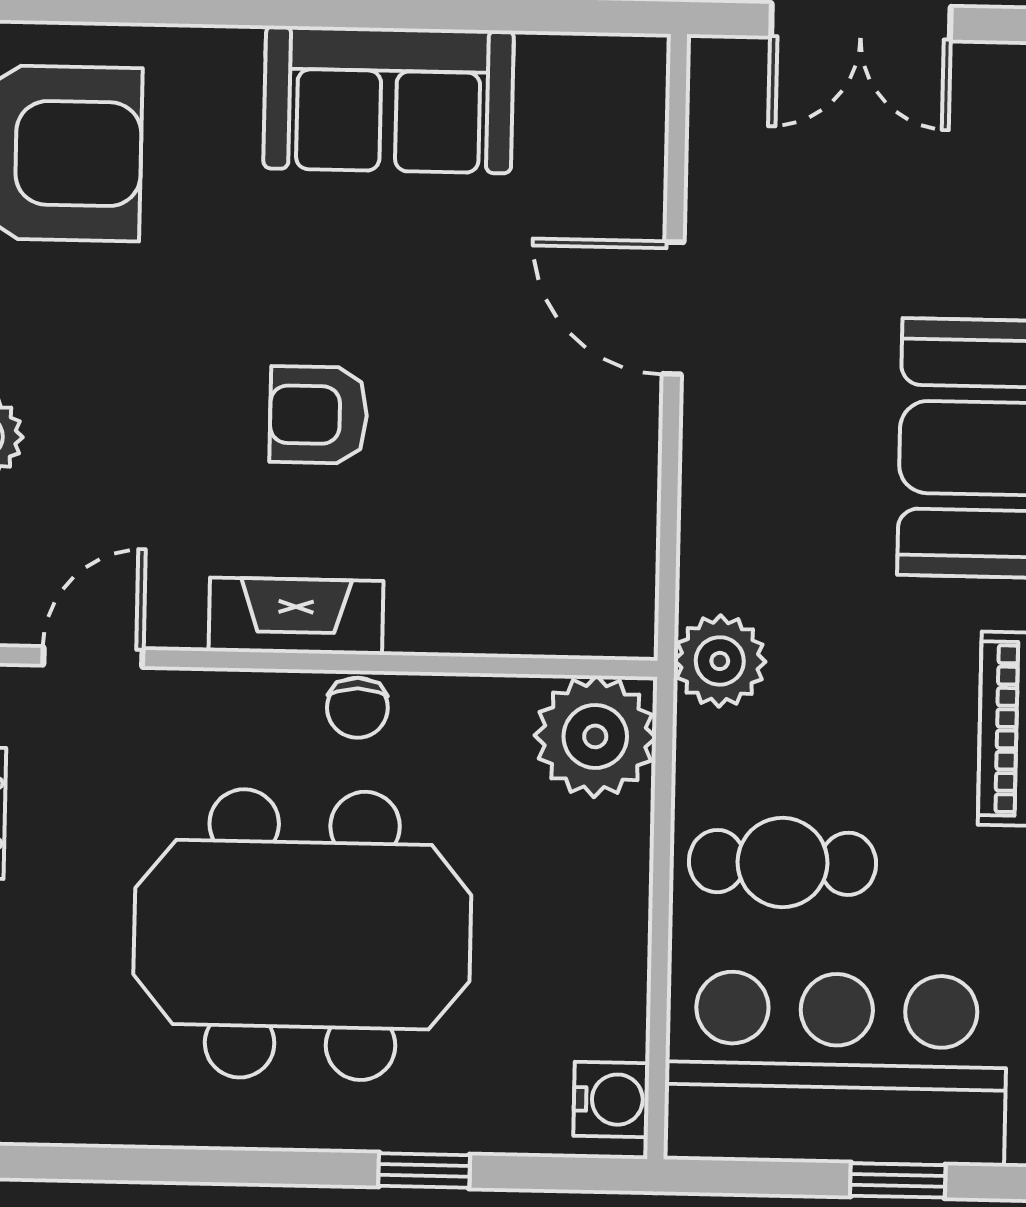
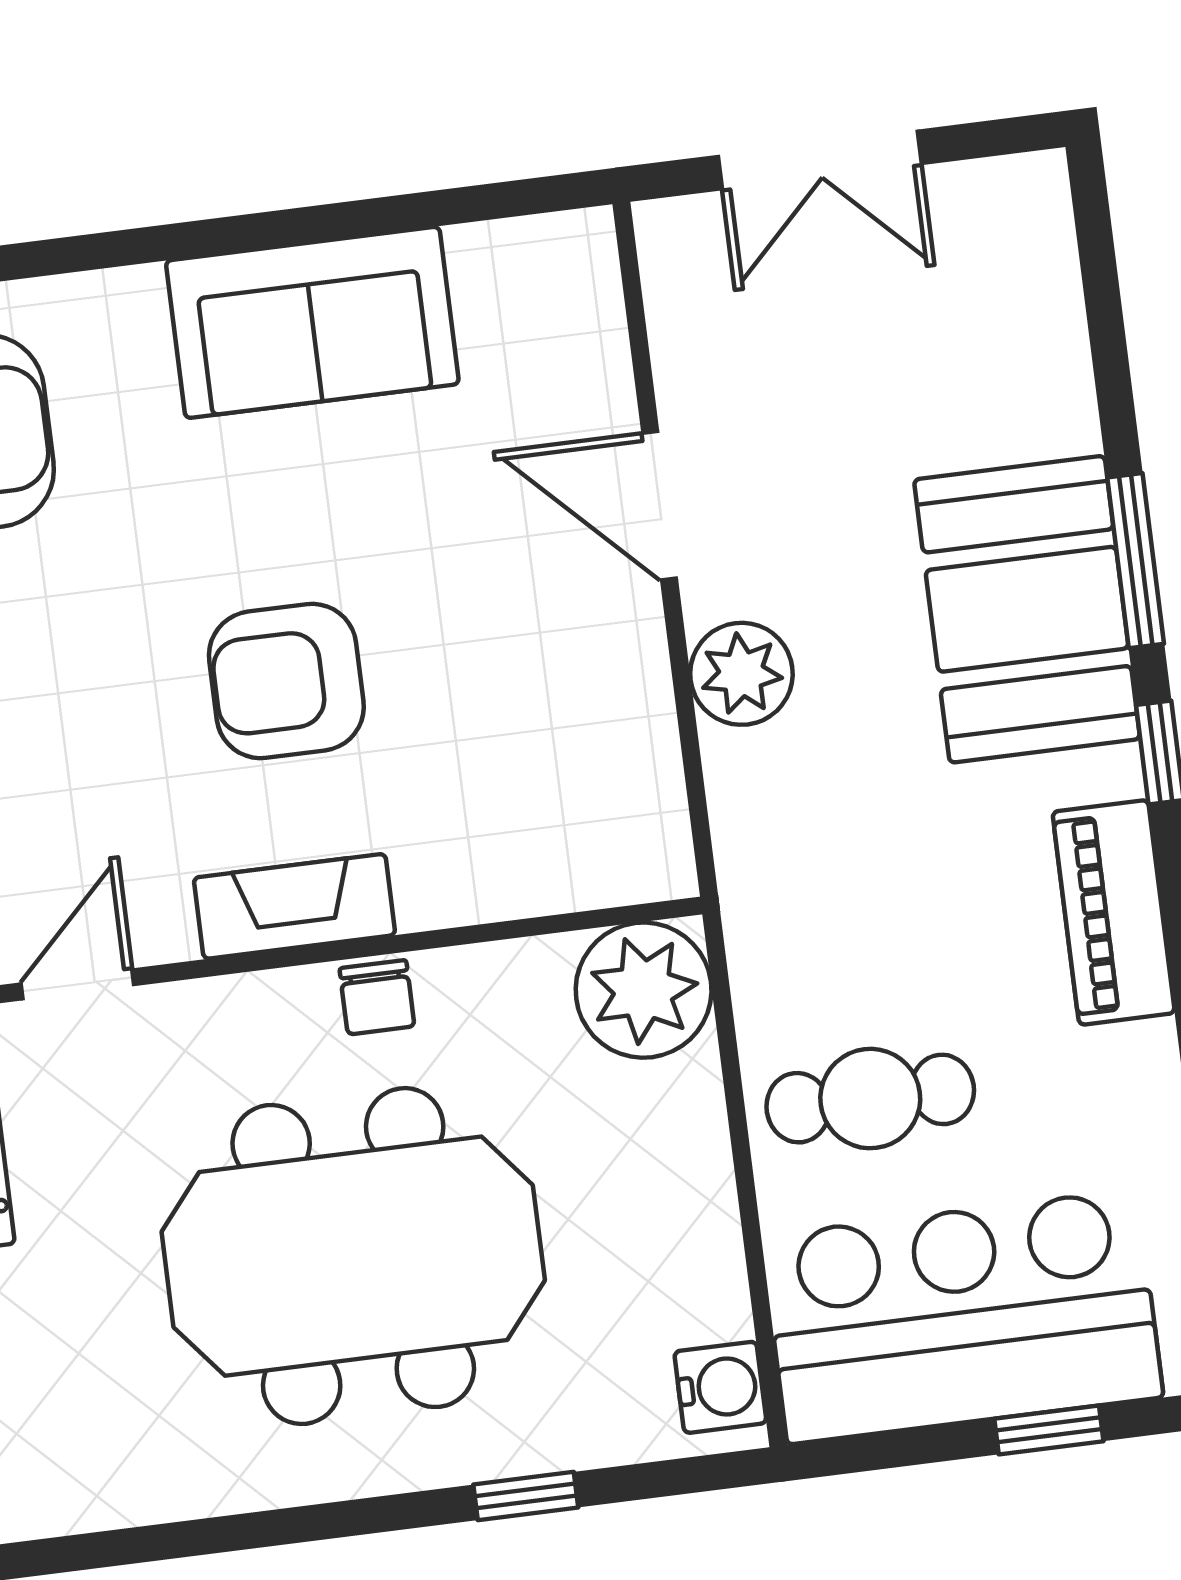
armchair: (318, 415) -> (286, 681), width x1.38, depth x1.38
plant: (720, 661) -> (741, 674), moved

